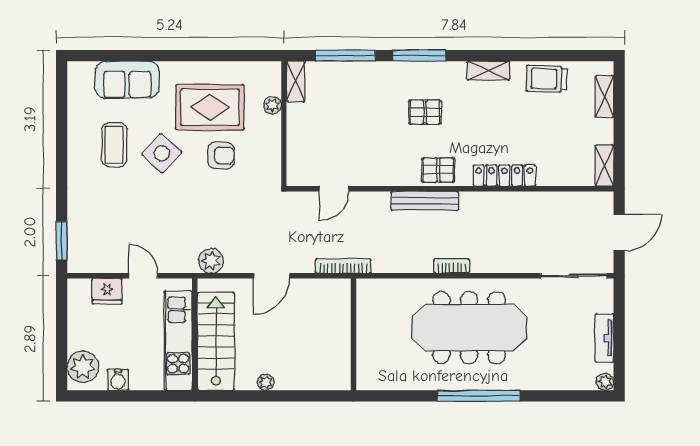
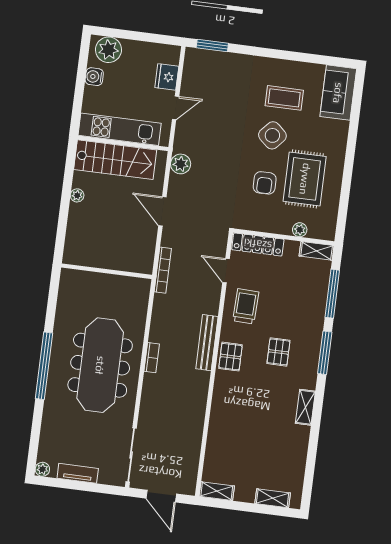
trolley: (547, 79) -> (246, 306), moved
sofa: (127, 80) -> (338, 93), moved
locker: (504, 176) -> (258, 244), moved, turned 90

